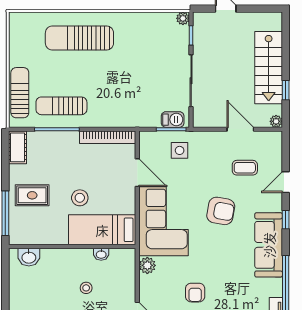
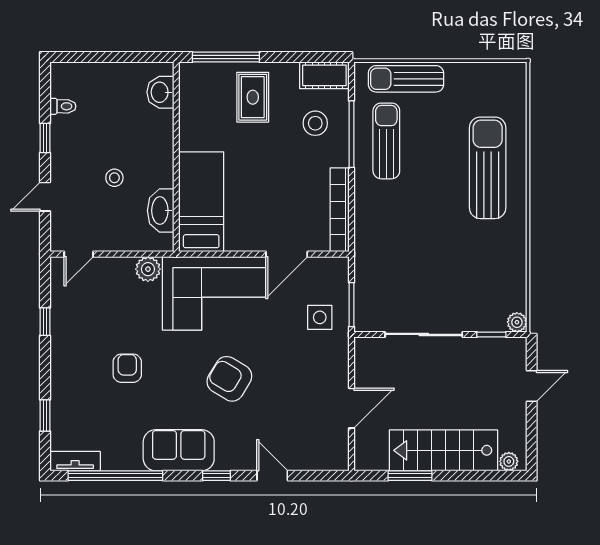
window: (286, 90) -> (410, 476), width x1.50
sun lounger: (20, 93) -> (406, 79), turned 180
barbecue: (173, 120) -> (366, 307), removed
plant: (276, 121) -> (509, 461), moved
coffee table: (245, 168) -> (294, 415), removed
stool: (80, 198) -> (315, 123), moved
armchair: (221, 211) -> (229, 379), turned 111
sofa: (269, 245) -> (179, 450), width x0.73
washbasin: (101, 254) -> (161, 211), width x1.91, depth x1.45
armchair: (195, 293) -> (127, 368), moved, turned 90

